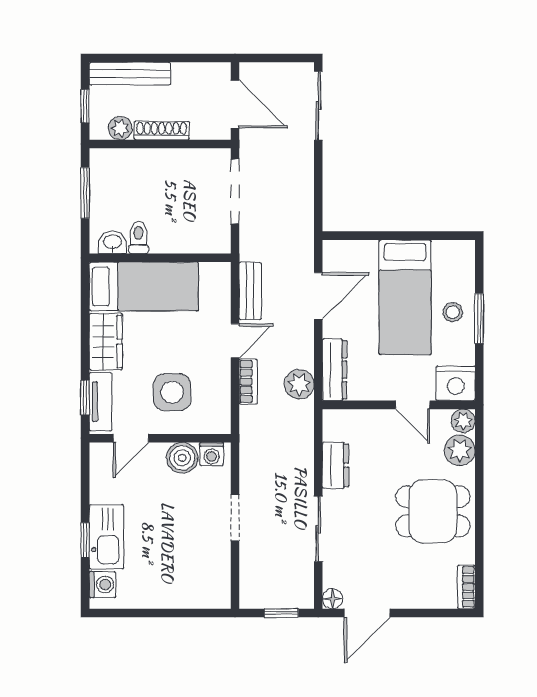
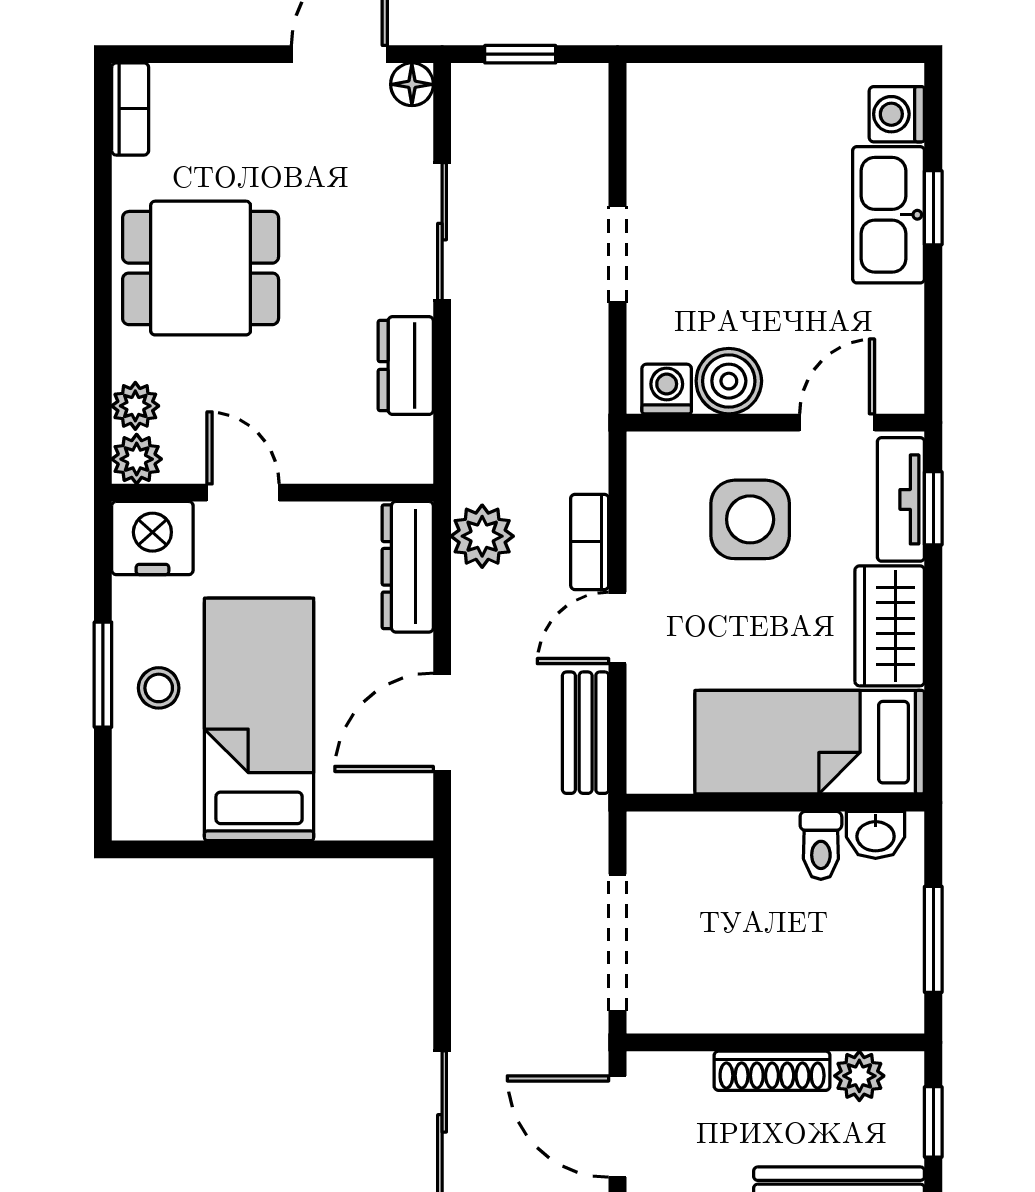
plant: (460, 450) -> (135, 406), width x0.73, depth x0.73

